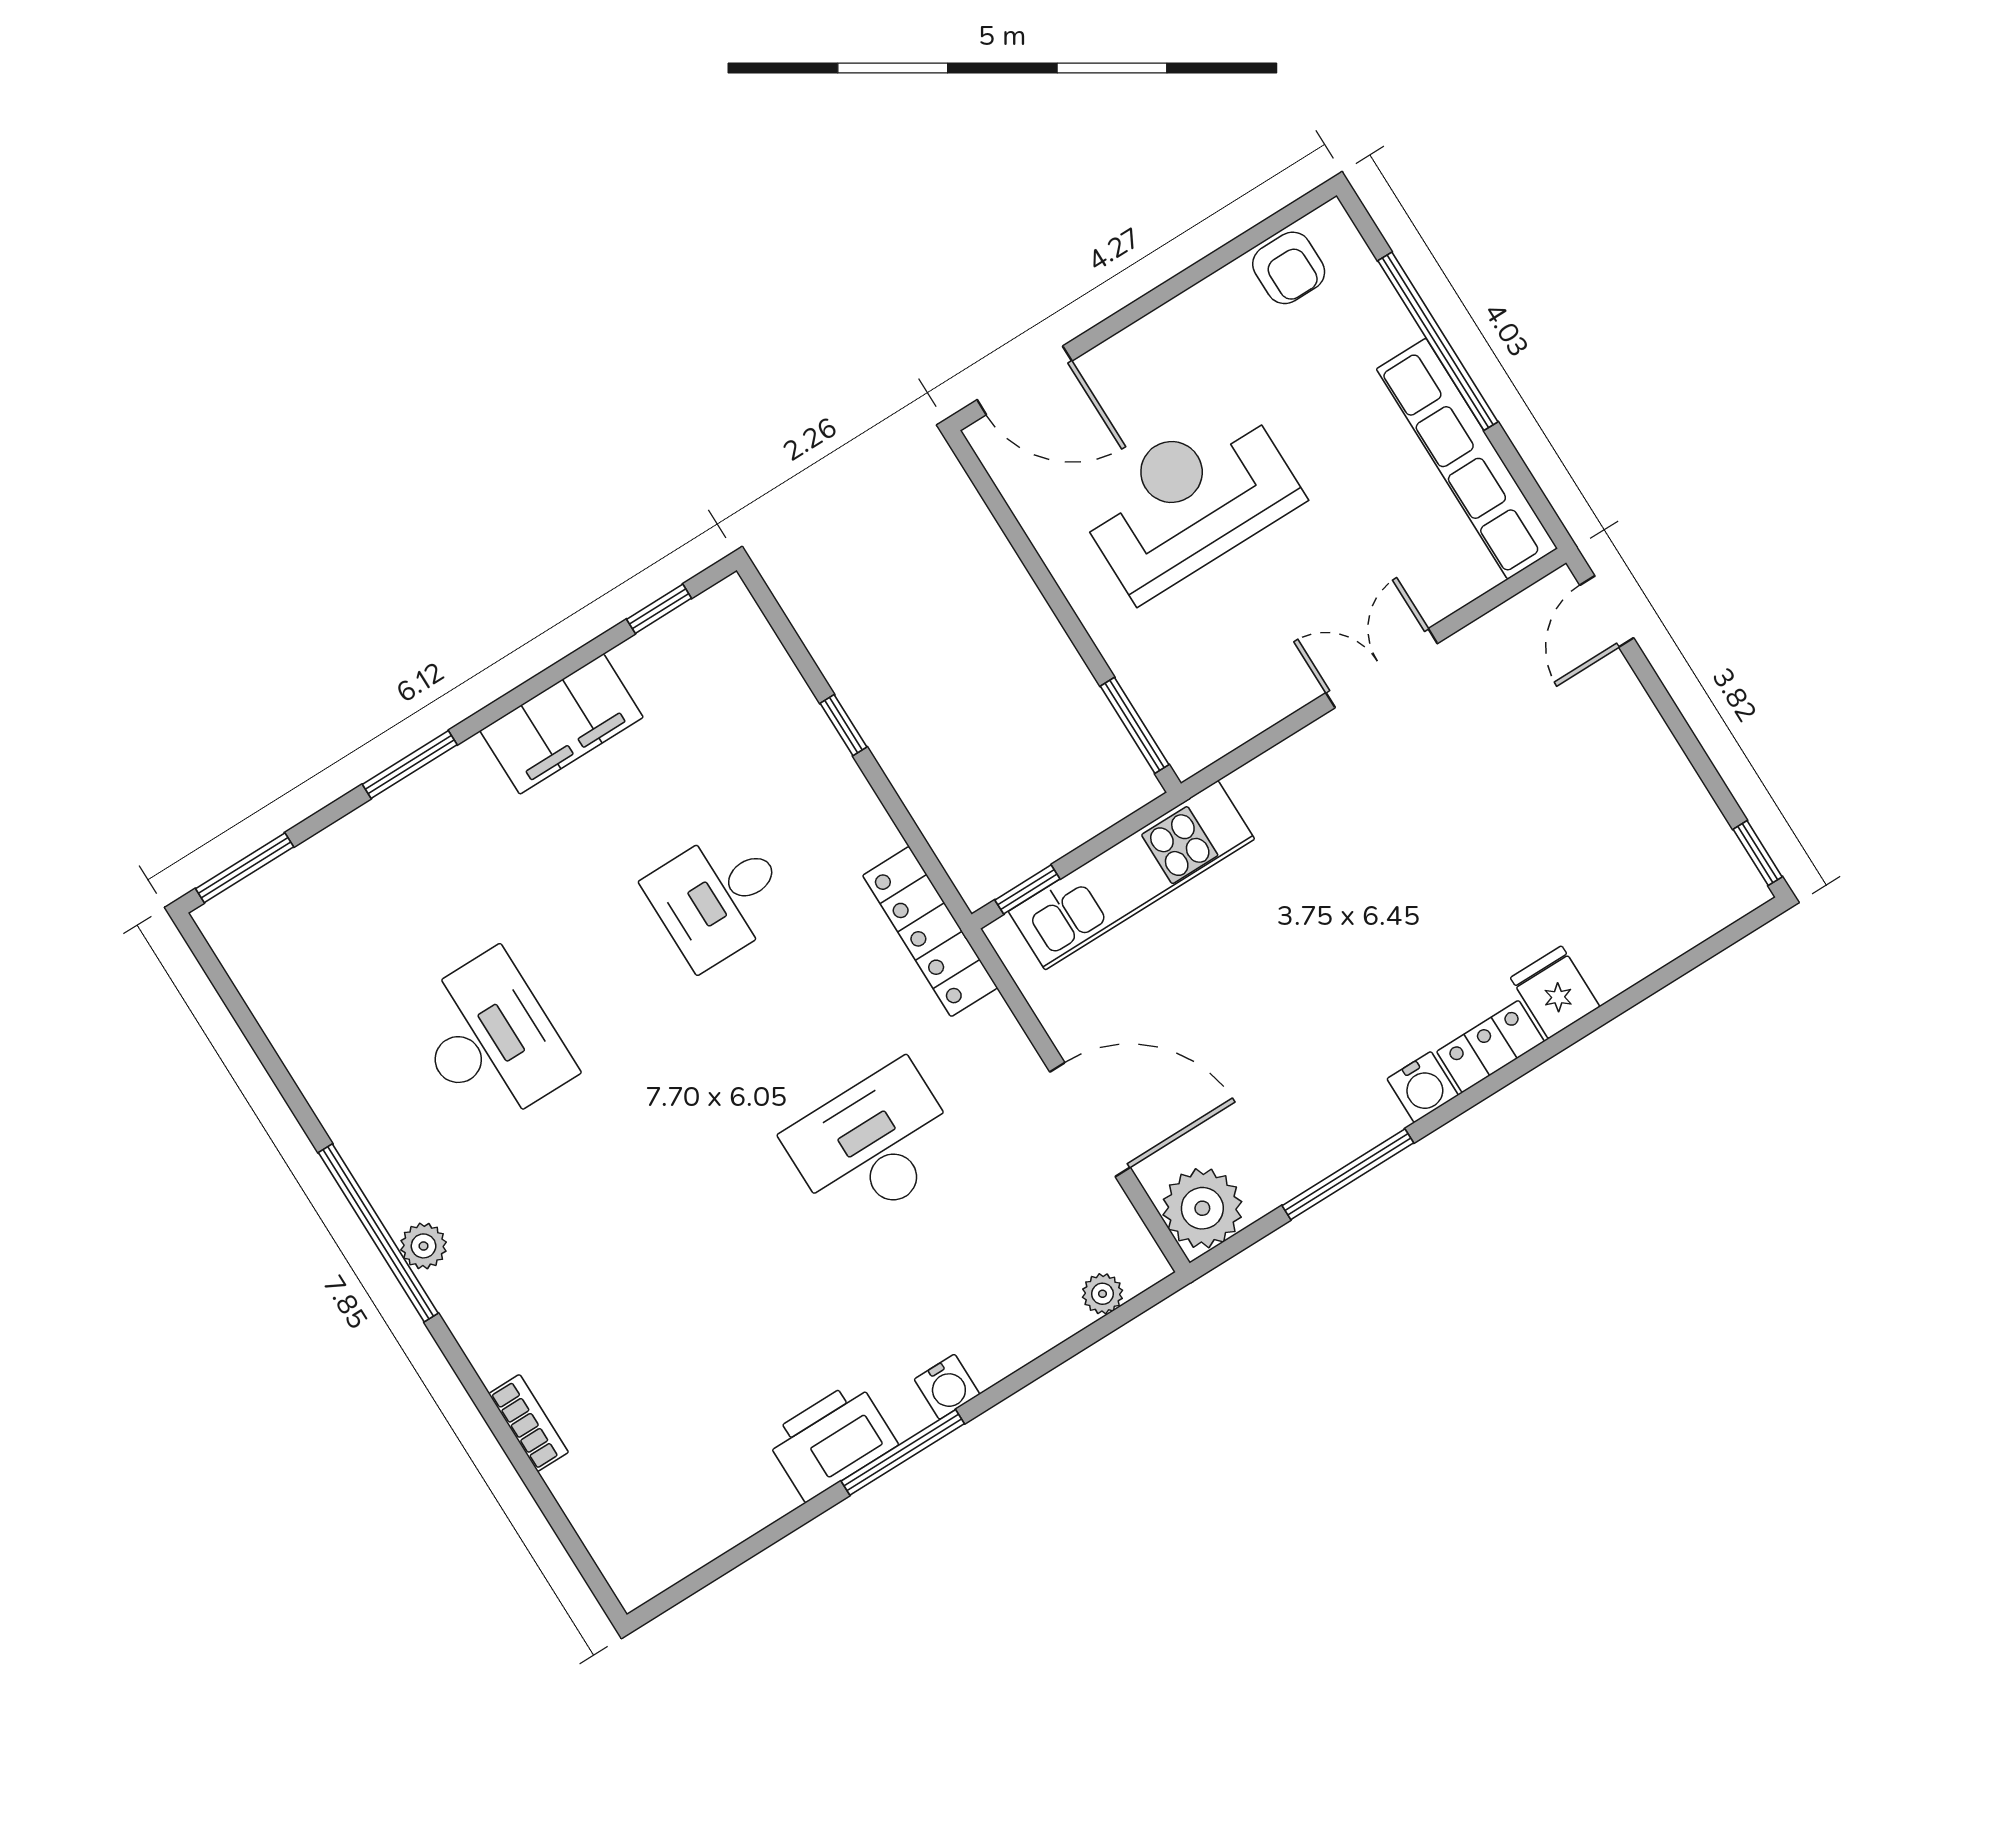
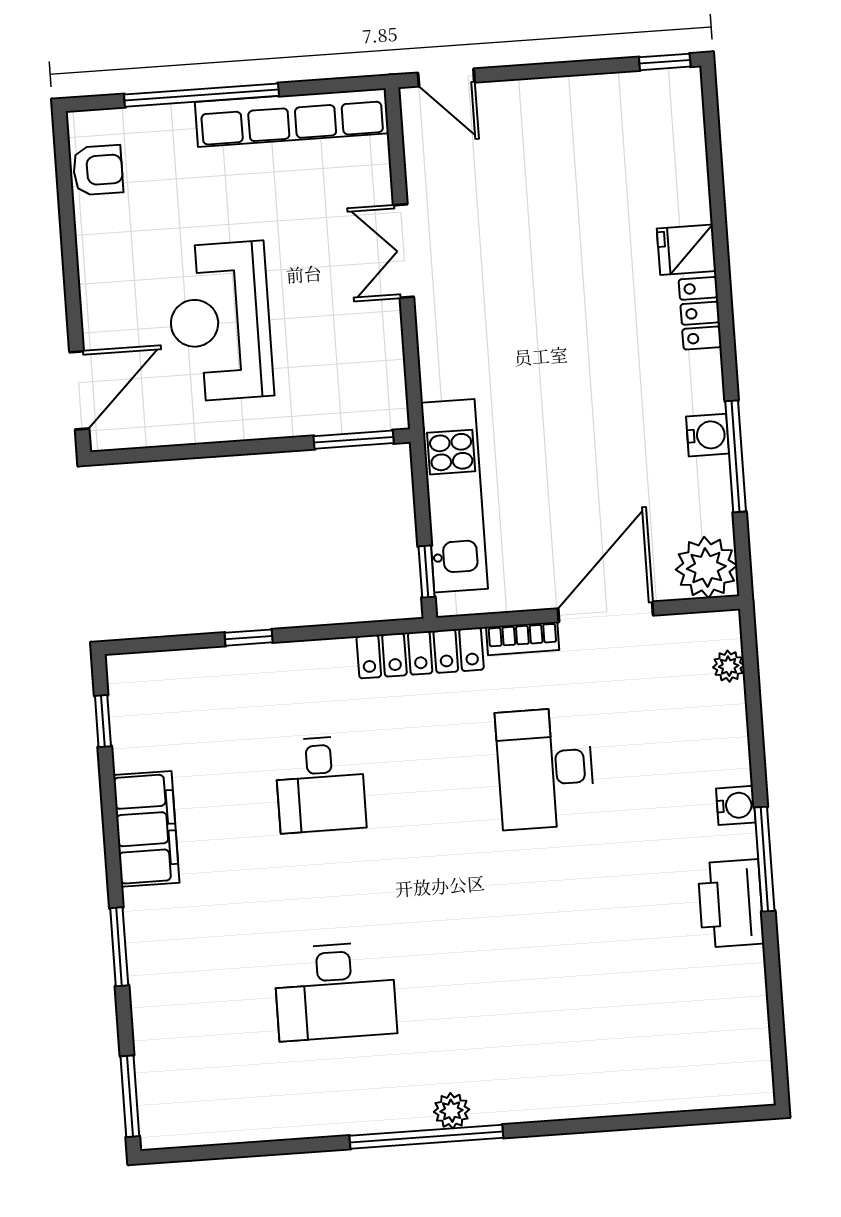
desk: (490, 1040) -> (335, 991), turned 180
water cooler: (1423, 1087) -> (708, 435), moved
bookcase: (529, 1423) -> (523, 639), moved, turned 180

